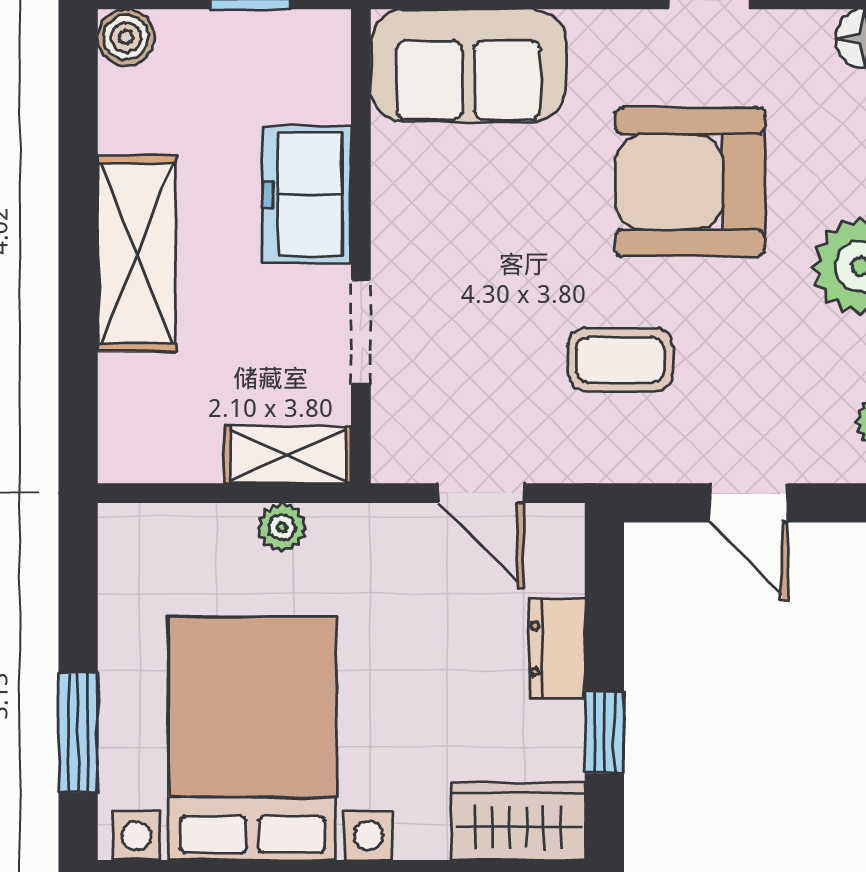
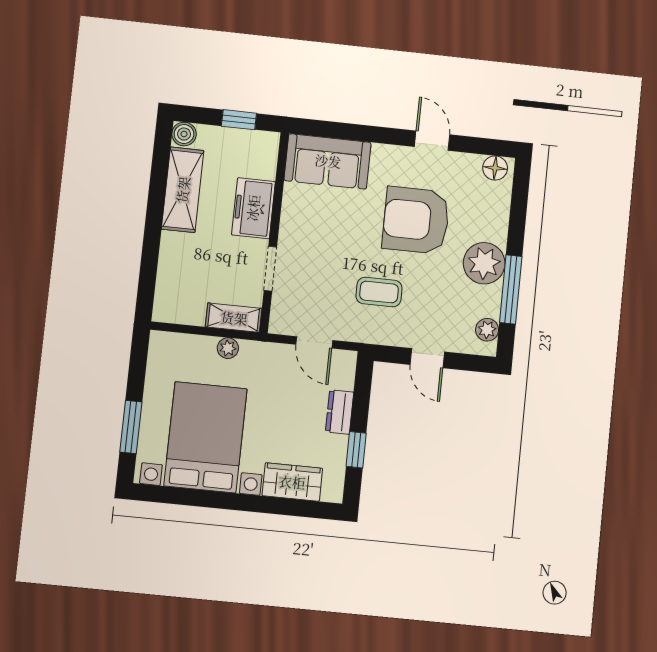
shelving: (137, 254) -> (183, 190), moved
wardrobe: (518, 821) -> (292, 482), moved

